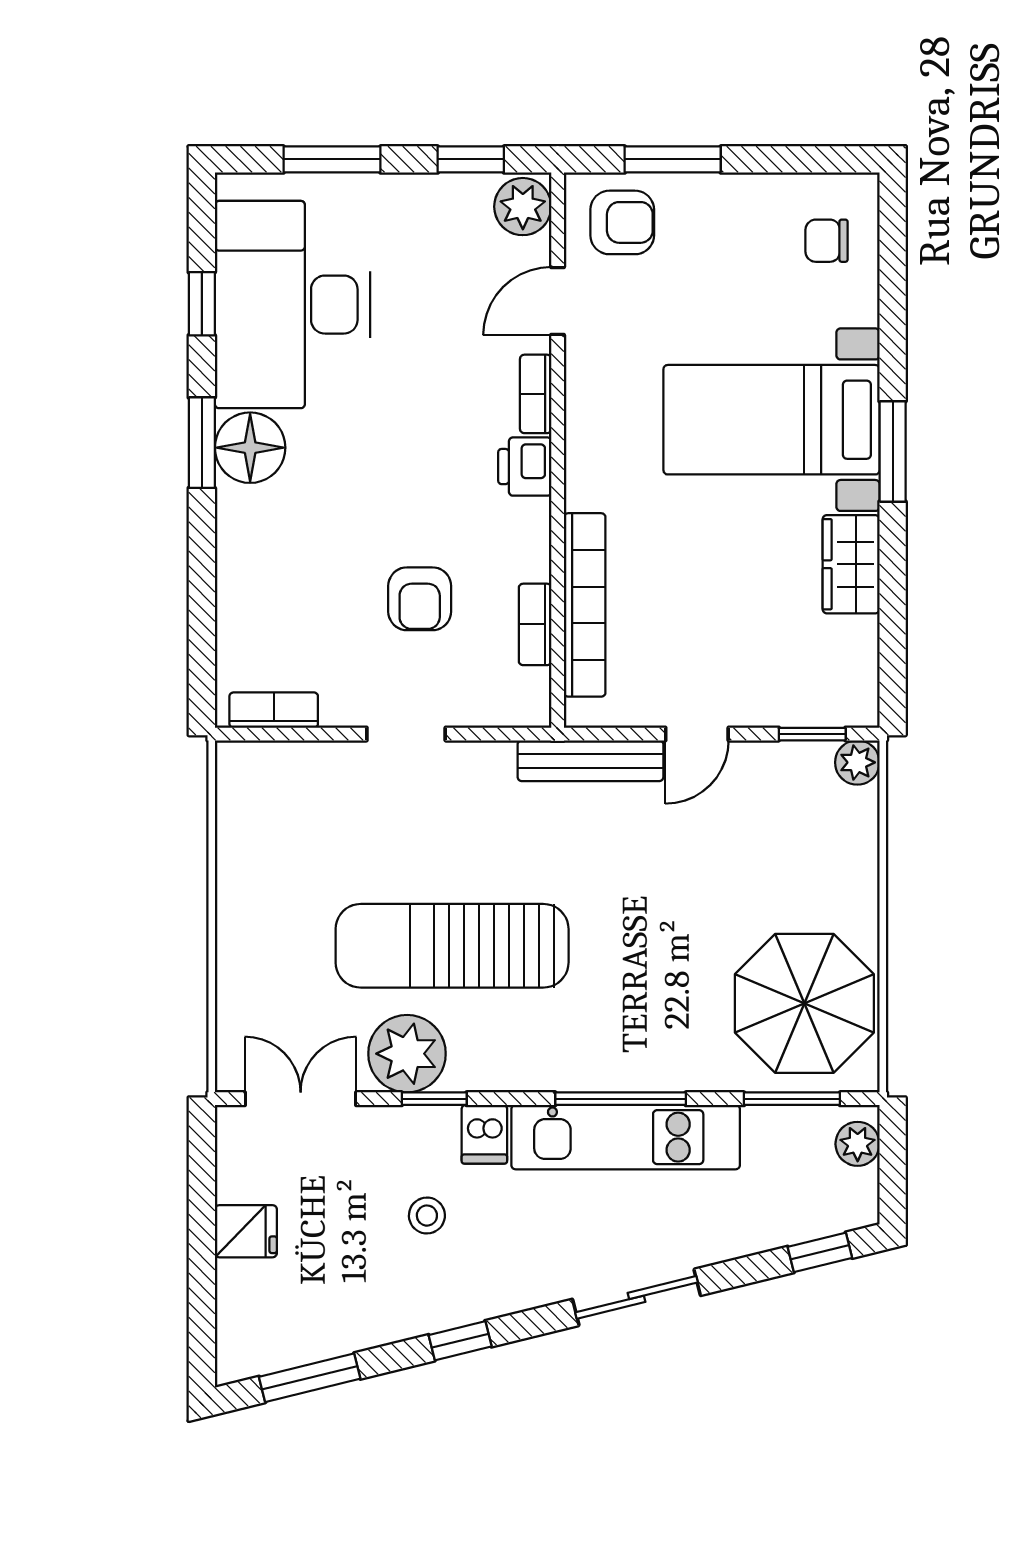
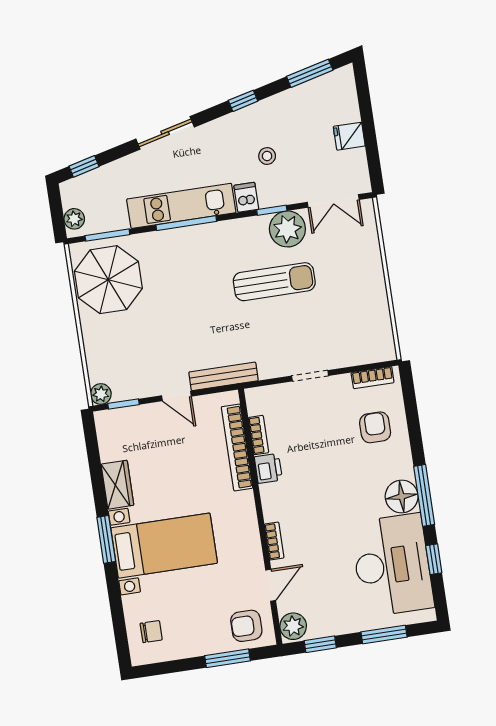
window: (202, 443) -> (424, 495), width x1.44
printer: (525, 467) -> (268, 468), moved
armchair: (420, 599) -> (375, 427), moved
door: (697, 734) -> (176, 396), swing flipped
sun lounger: (452, 946) -> (274, 282), width x0.73, depth x0.75

